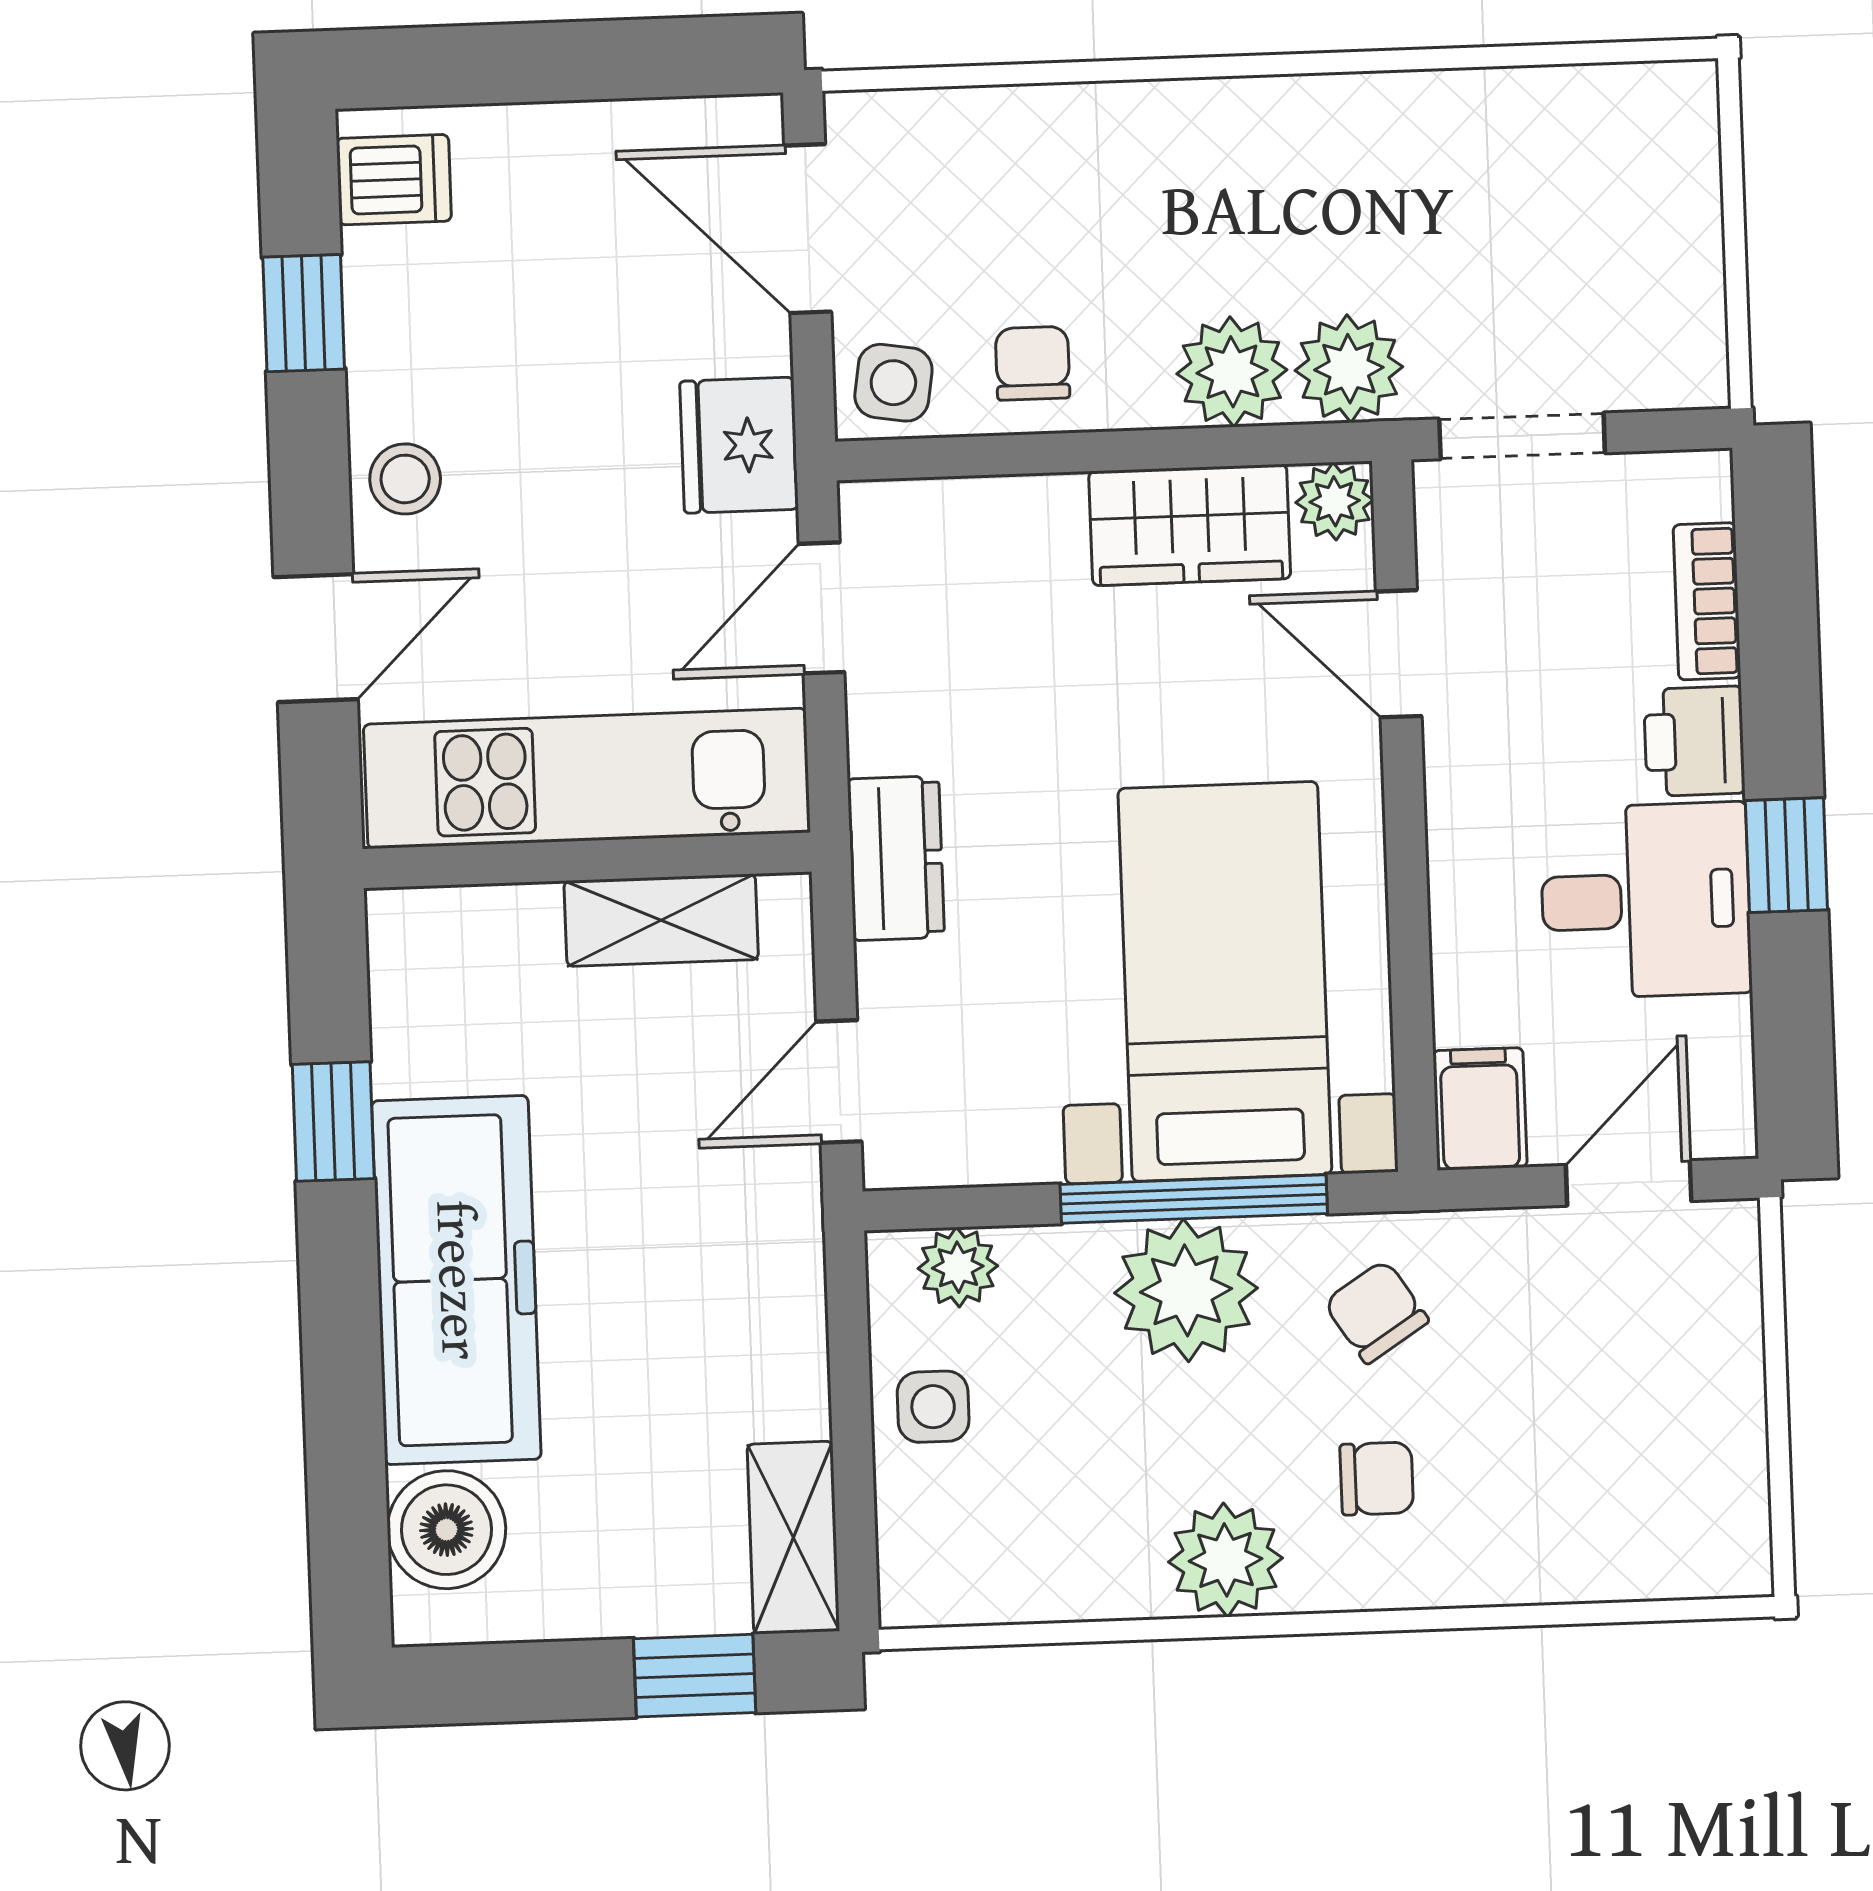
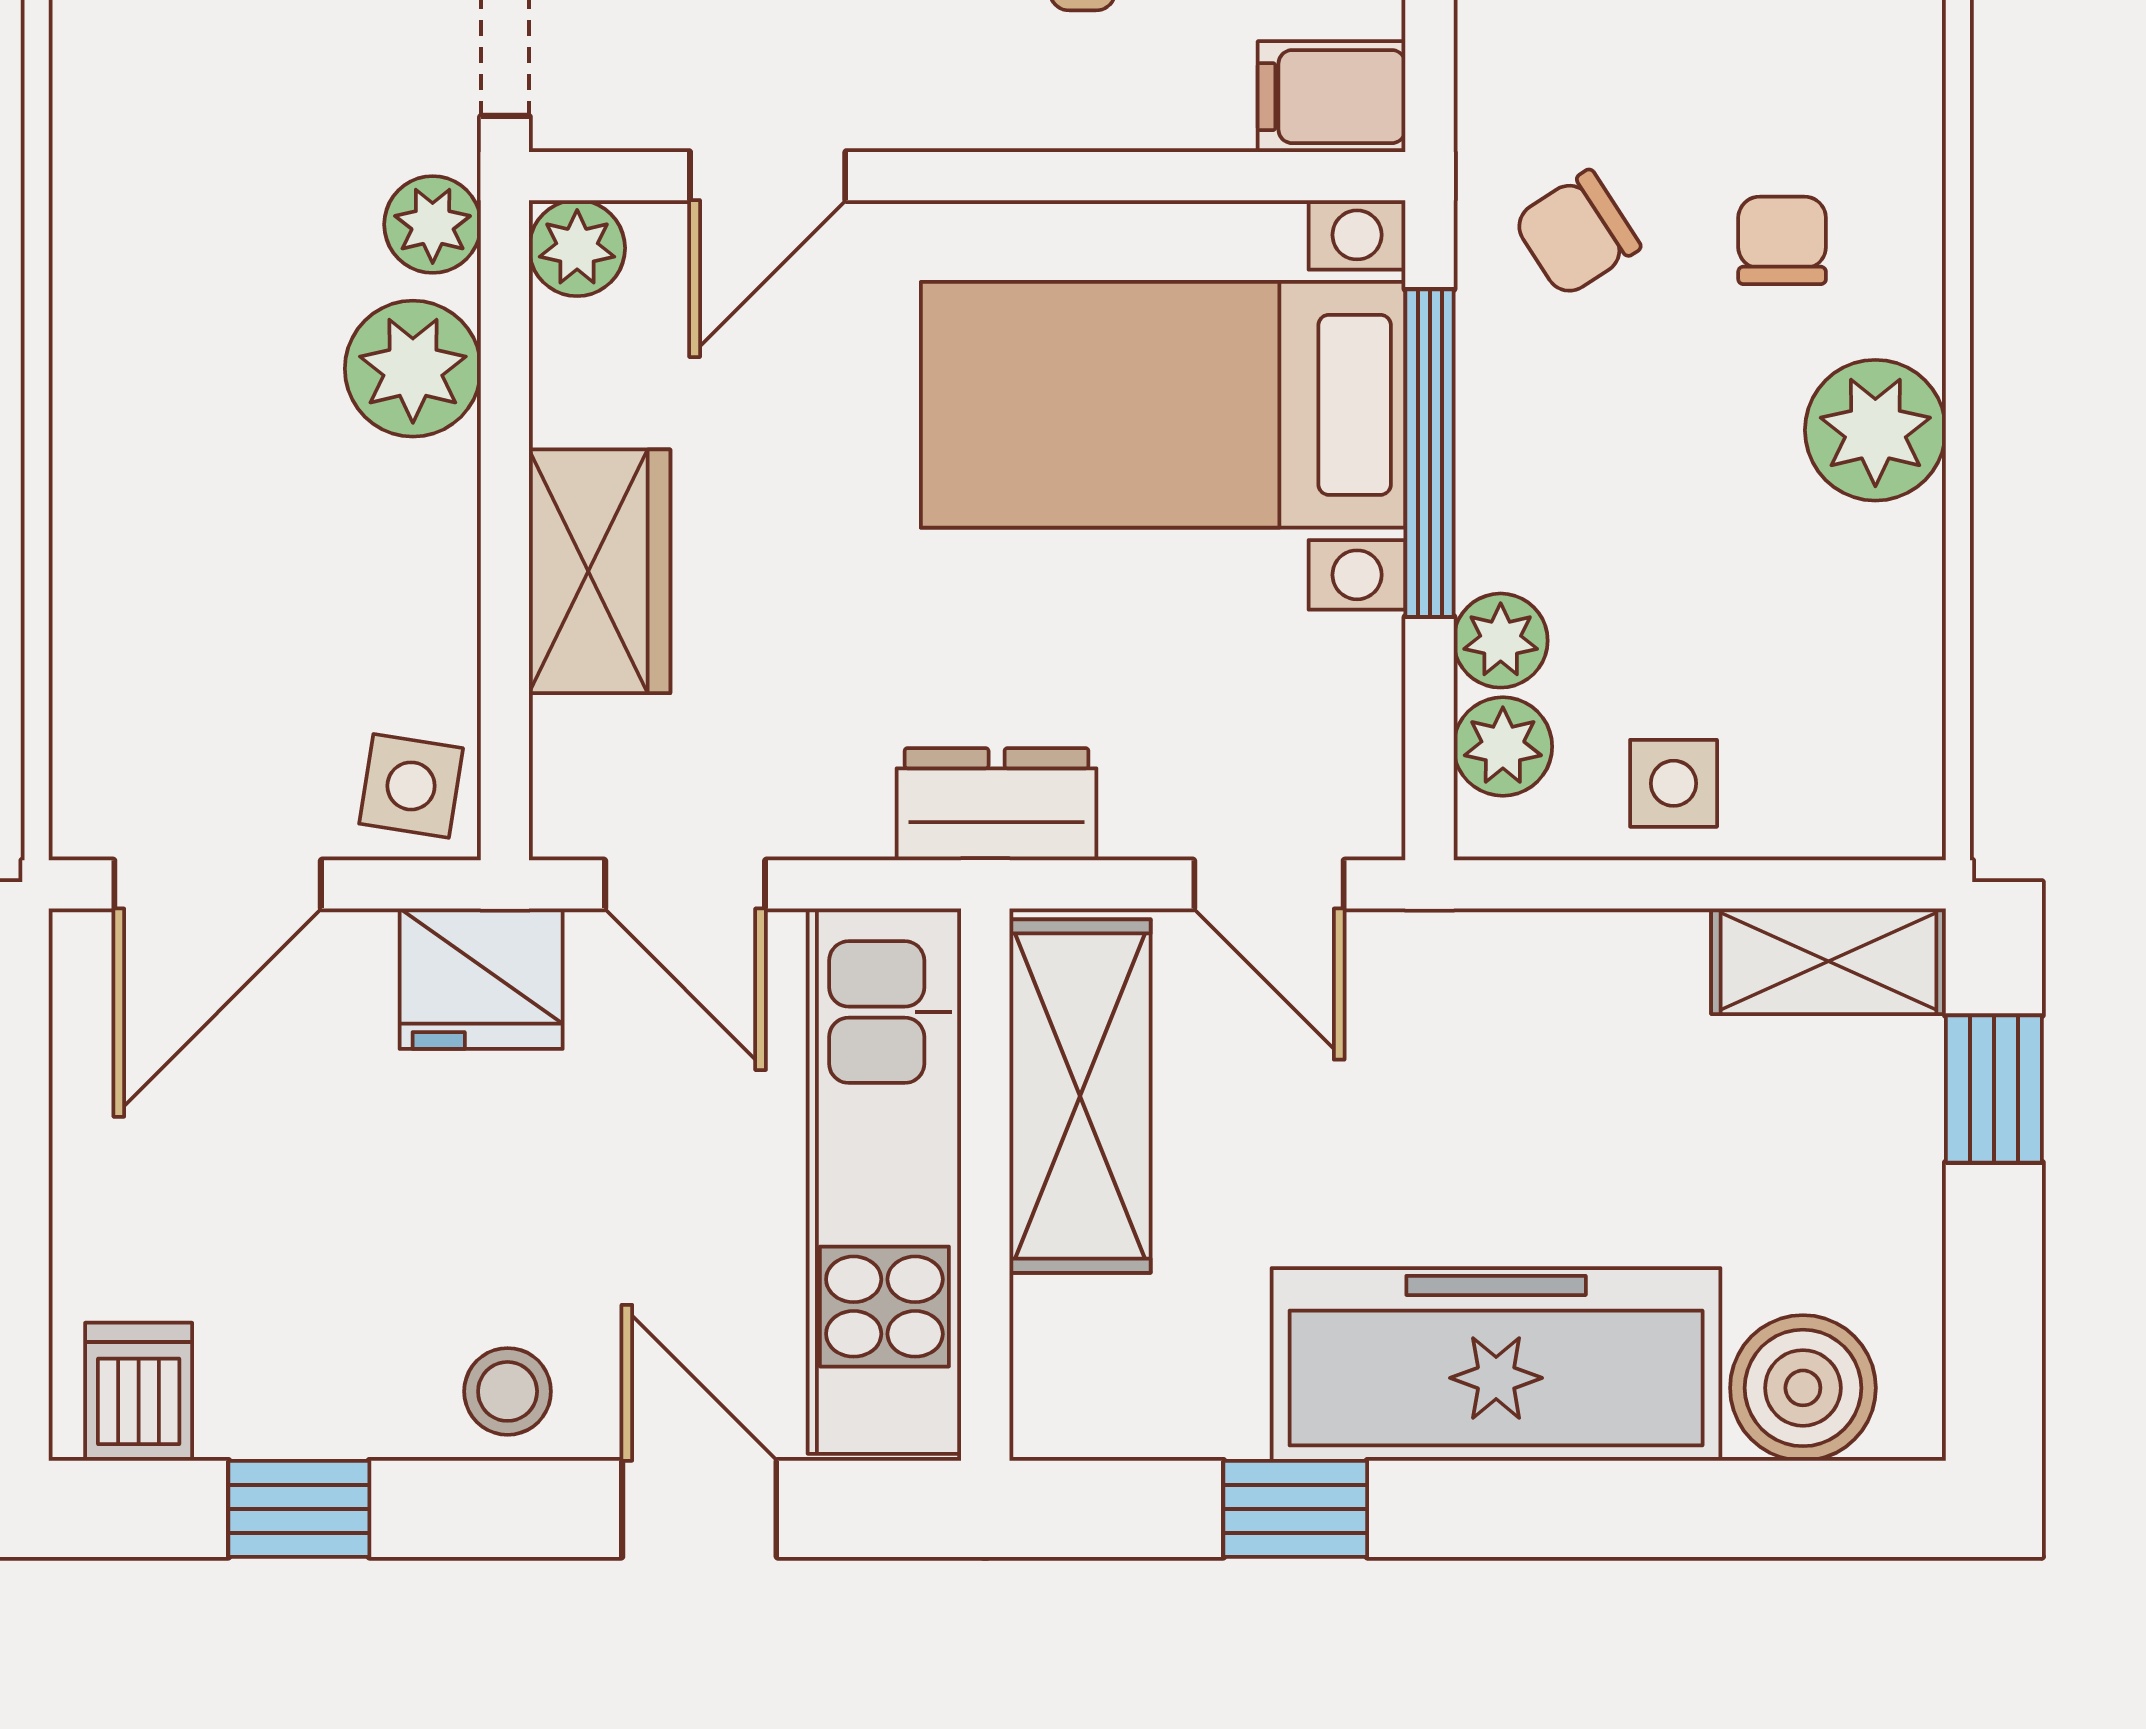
chair: (1033, 363) -> (394, 614), removed
plant: (1349, 369) -> (433, 224), width x0.73, depth x0.73
wardrobe: (1190, 525) -> (600, 571), moved
shelving: (661, 920) -> (1080, 1096), width x1.50, depth x1.33
plant: (1186, 1290) -> (1501, 641), moved, width x0.53, depth x0.53

